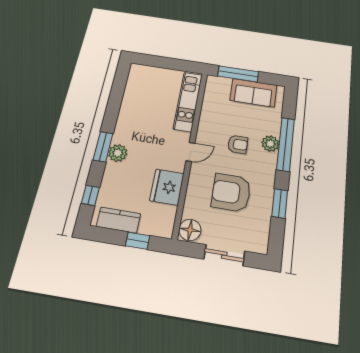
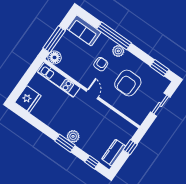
sofa: (253, 93) -> (84, 30), moved, turned 90
plant: (270, 144) -> (118, 51), moved
fridge: (167, 187) -> (28, 99), moved, turned -90
window: (280, 203) -> (159, 68), moved
floor lamp: (190, 230) -> (54, 57), moved

